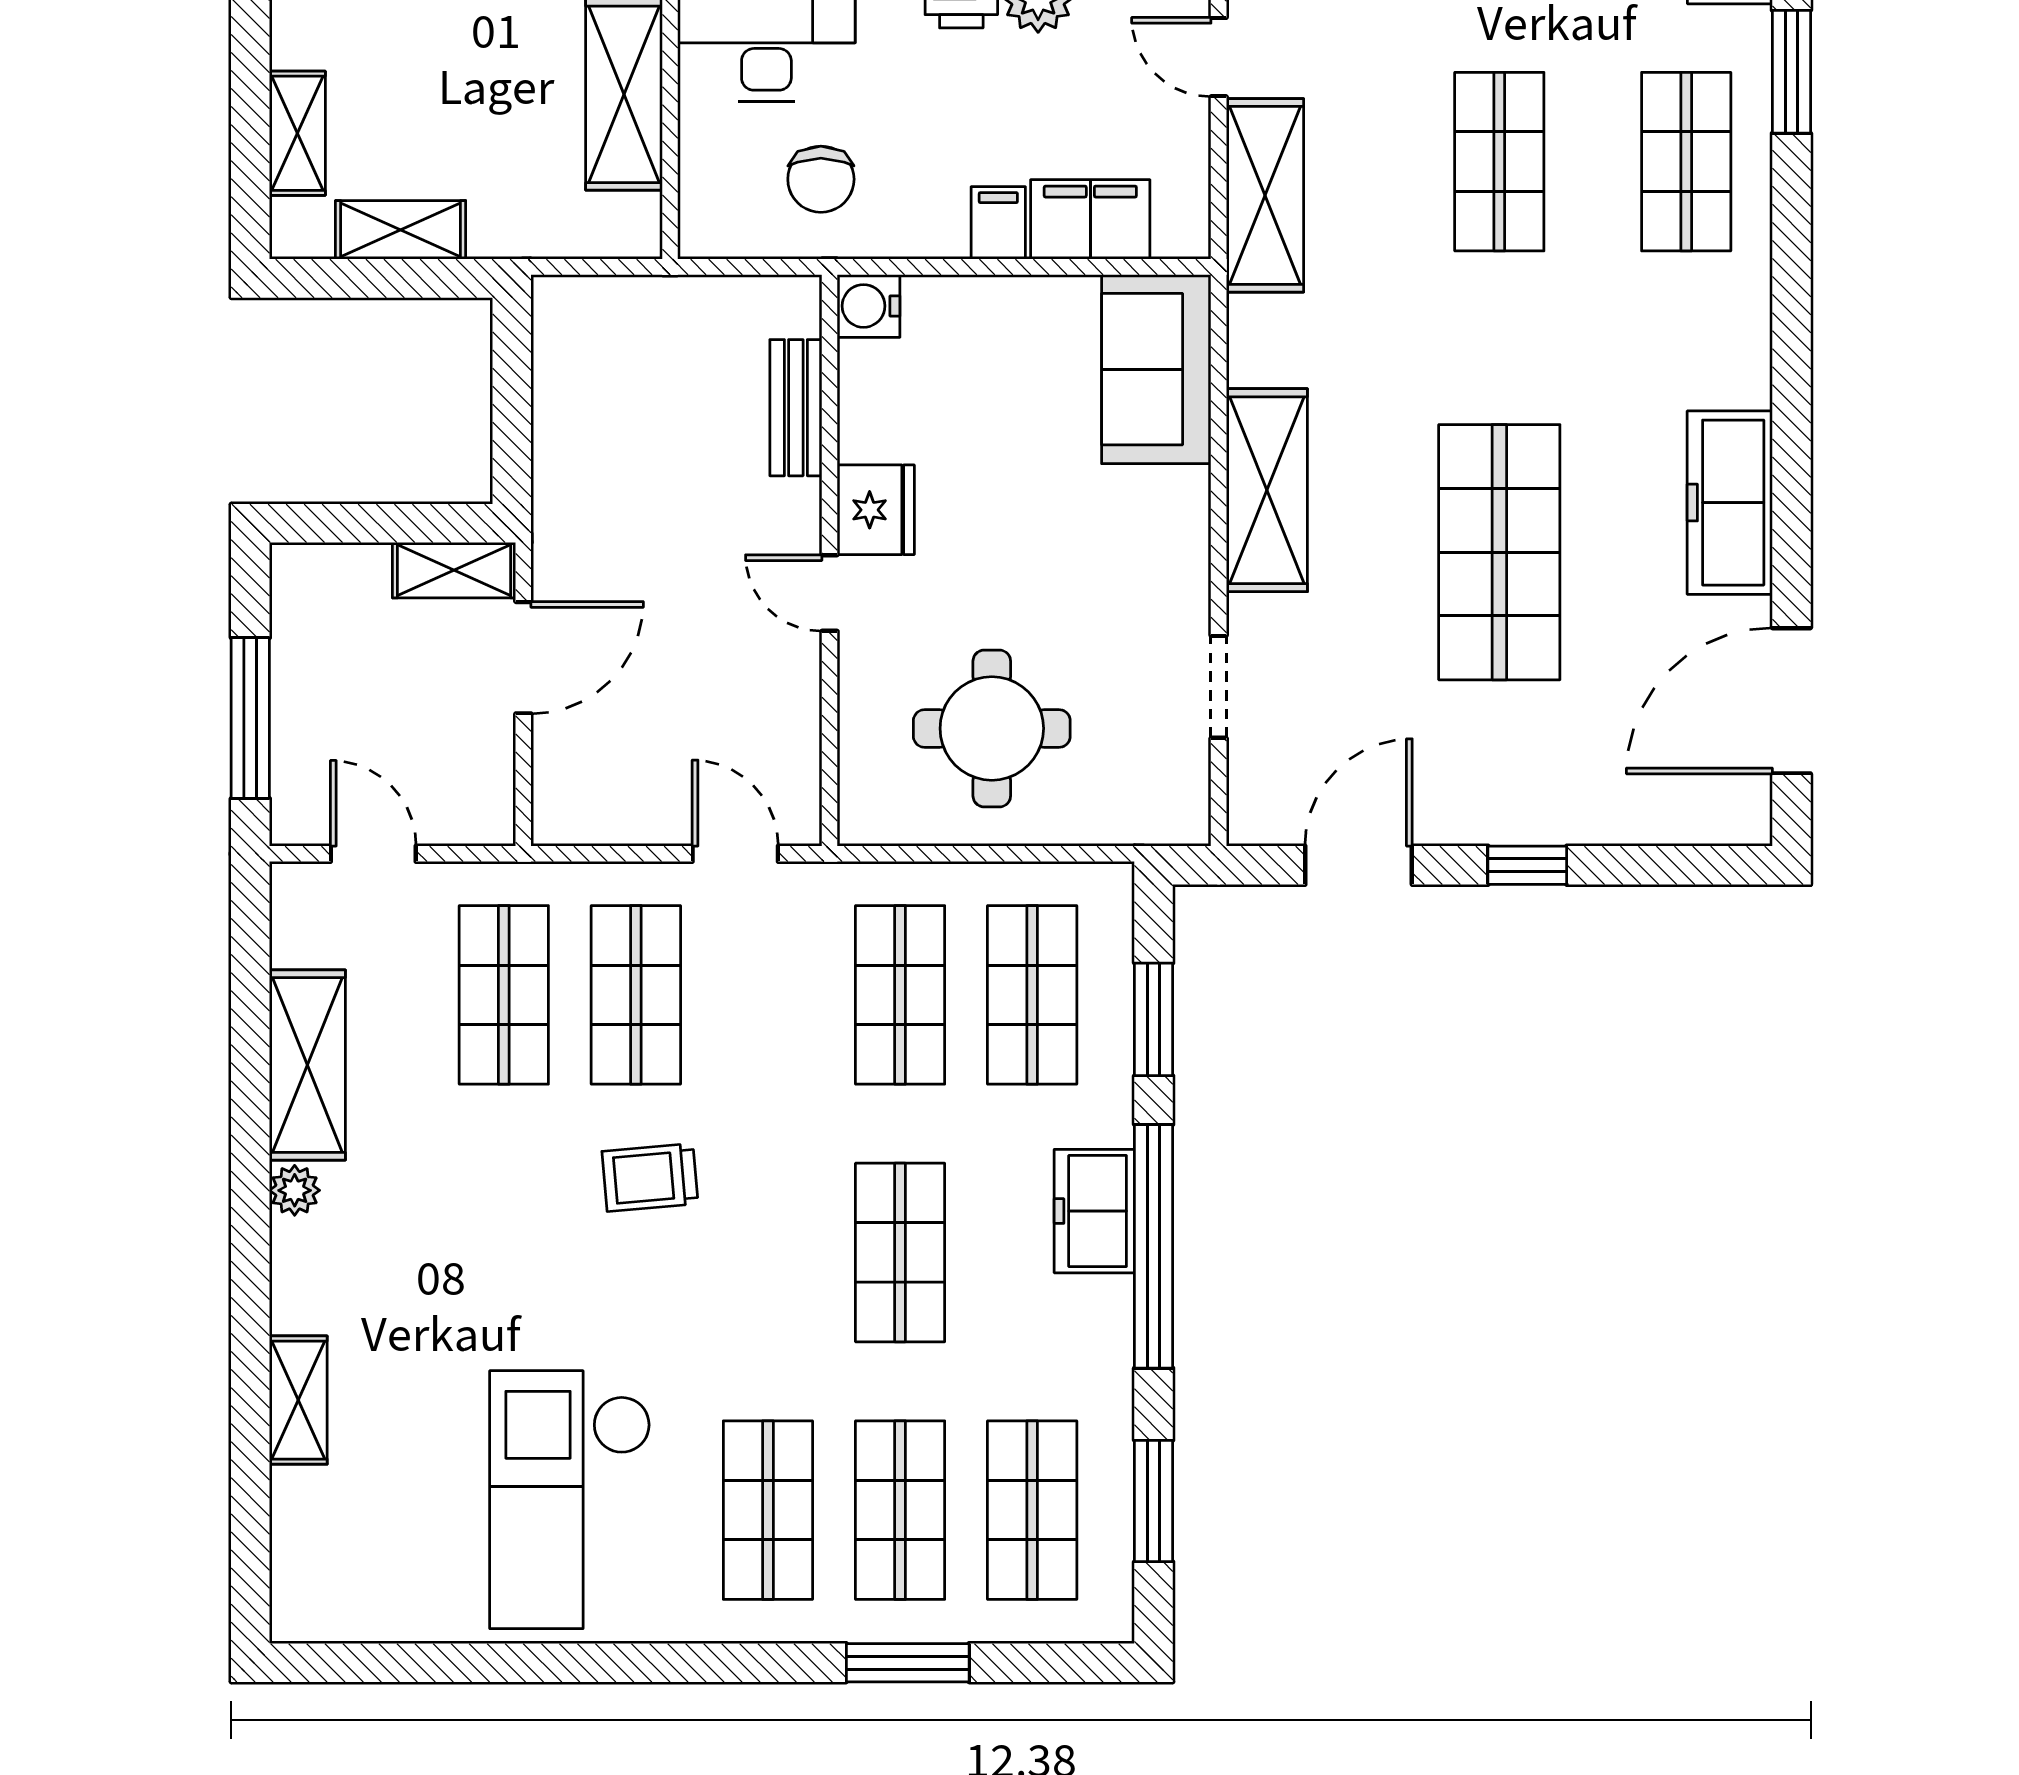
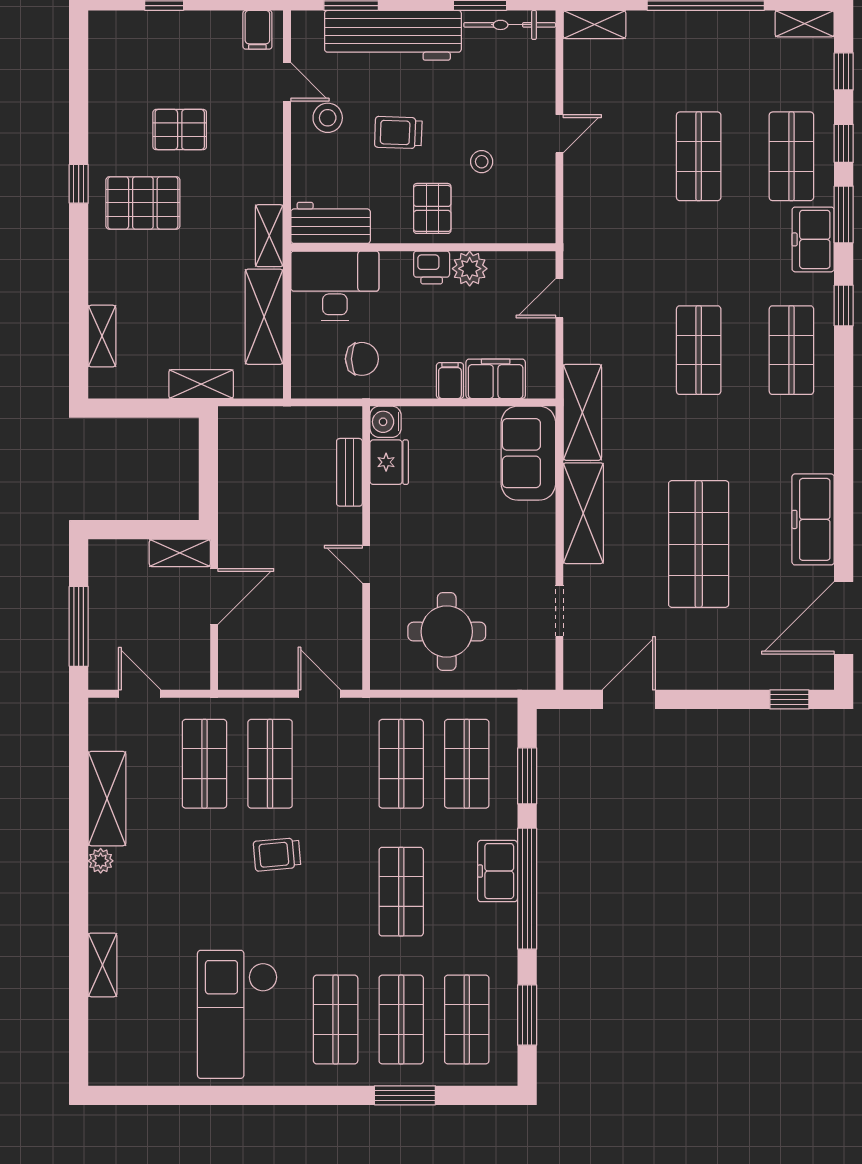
door: (1219, 57) -> (559, 298), hinge flipped
window: (1791, 72) -> (844, 306), width x0.67
chair: (821, 179) -> (362, 359), turned -90
shelving: (1265, 195) -> (582, 412), moved
shelving: (401, 230) -> (201, 384), moved
fridge: (876, 510) -> (389, 462), moved
window: (1527, 865) -> (789, 699), moved

